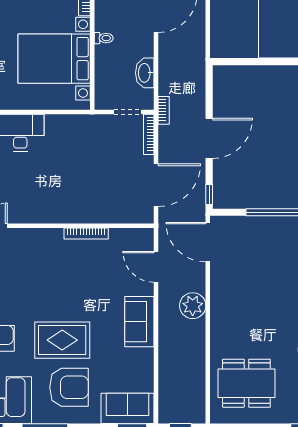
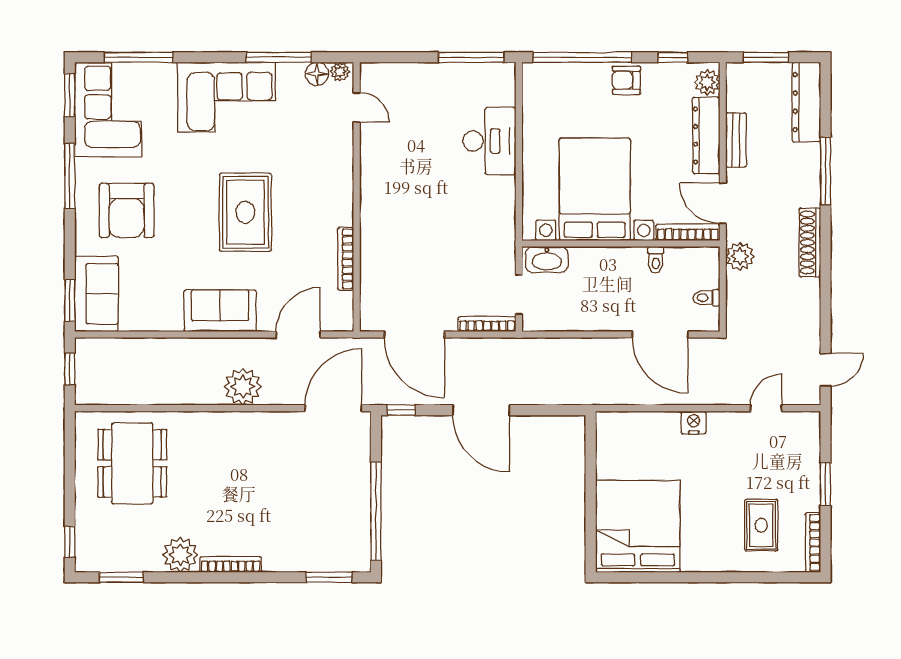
toilet: (104, 38) -> (656, 260), moved
washbasin: (145, 73) -> (547, 260), moved, turned 180
bookcase: (164, 110) -> (521, 345), removed
bookcase: (86, 233) -> (346, 259), moved
rug: (62, 340) -> (245, 212), moved

